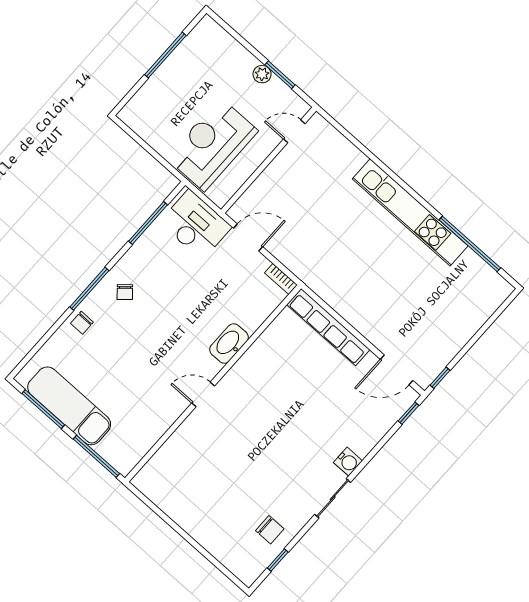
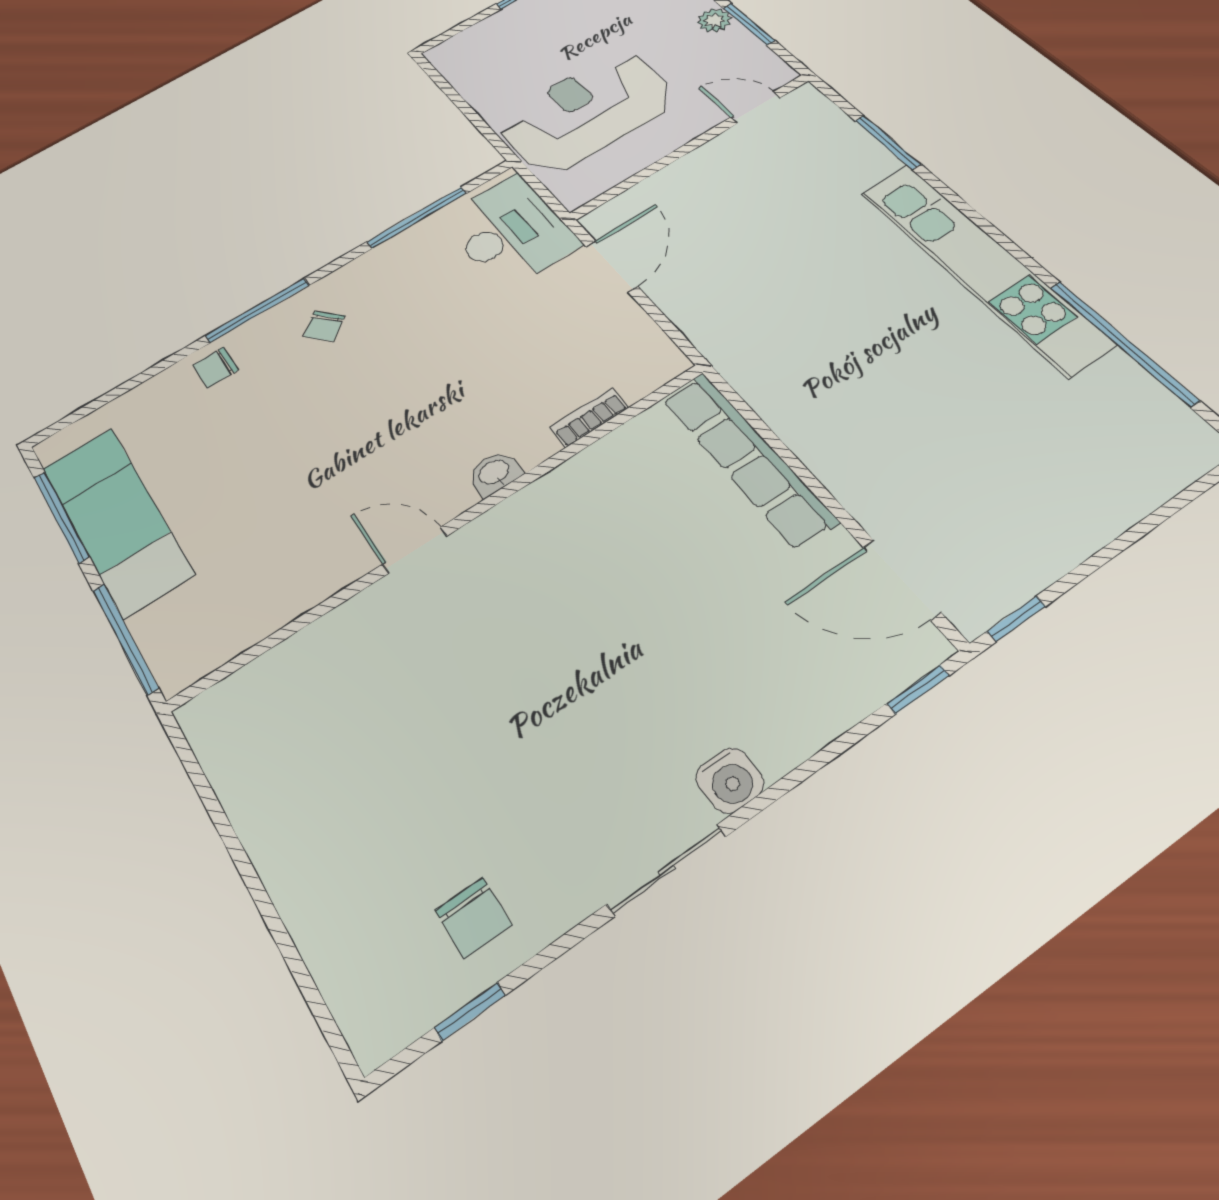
window: (359, 146) -> (887, 142), added
door: (248, 237) -> (611, 266), hinge flipped
bookcase: (281, 279) -> (589, 418), moved, turned 90
washbasin: (229, 344) -> (494, 473), width x0.52, depth x0.69

